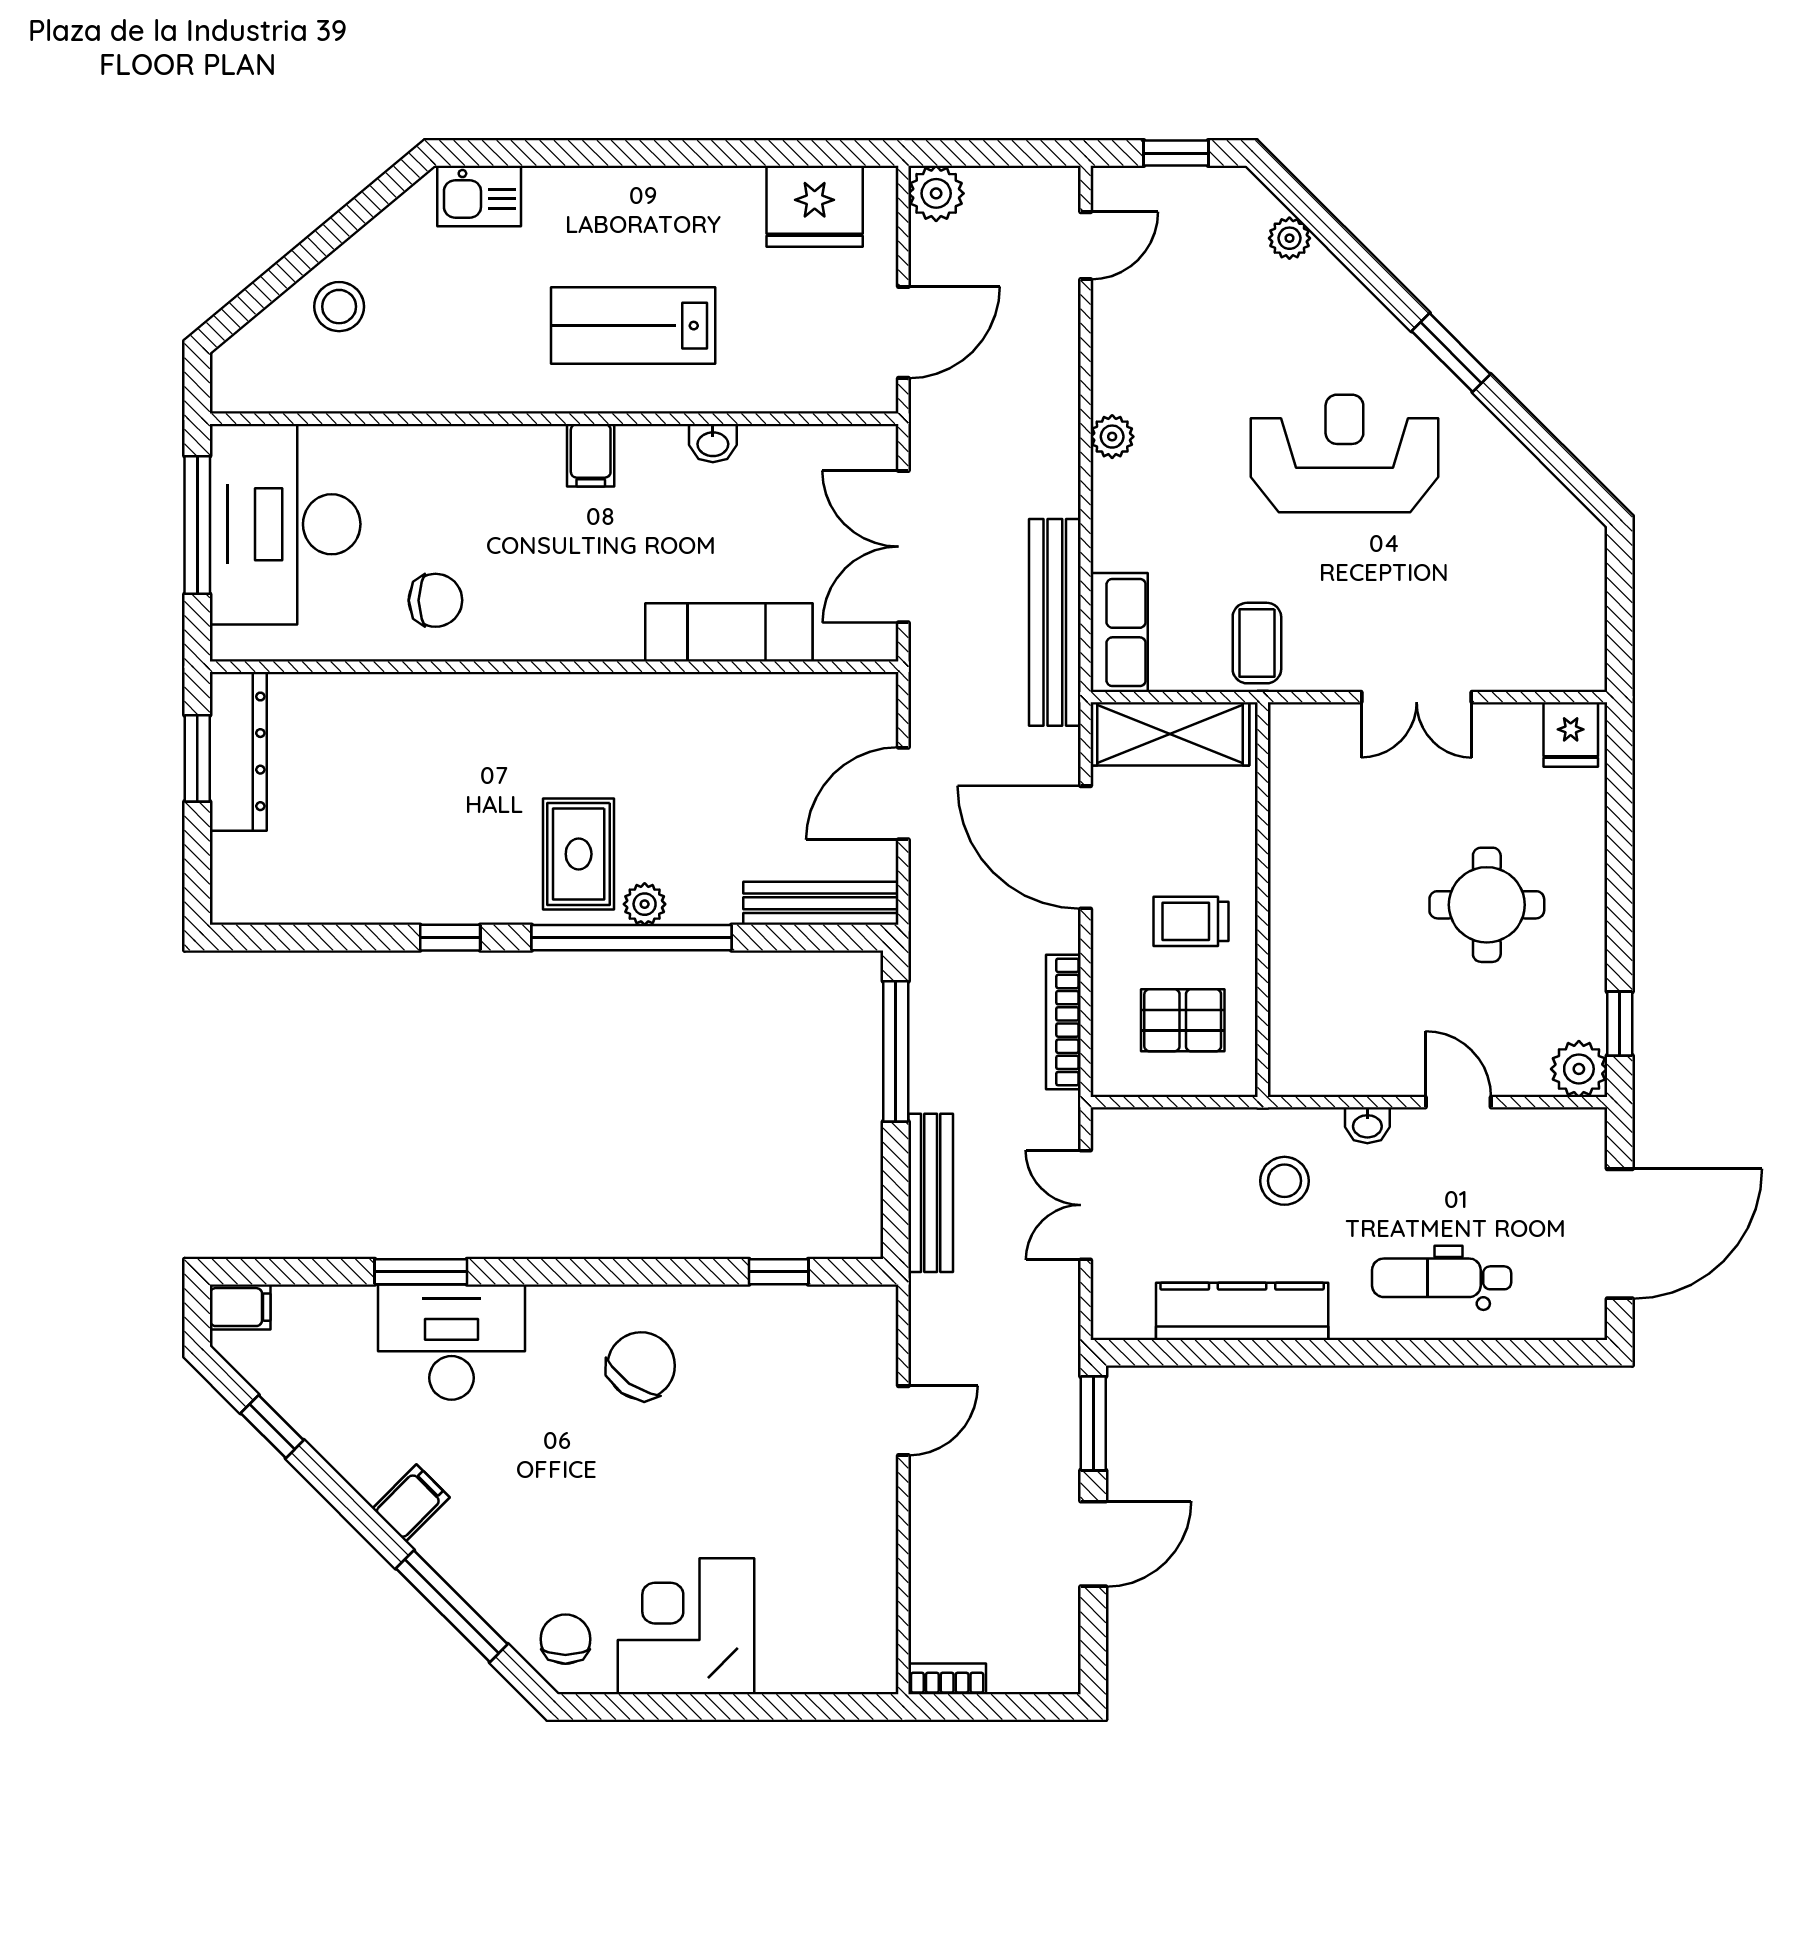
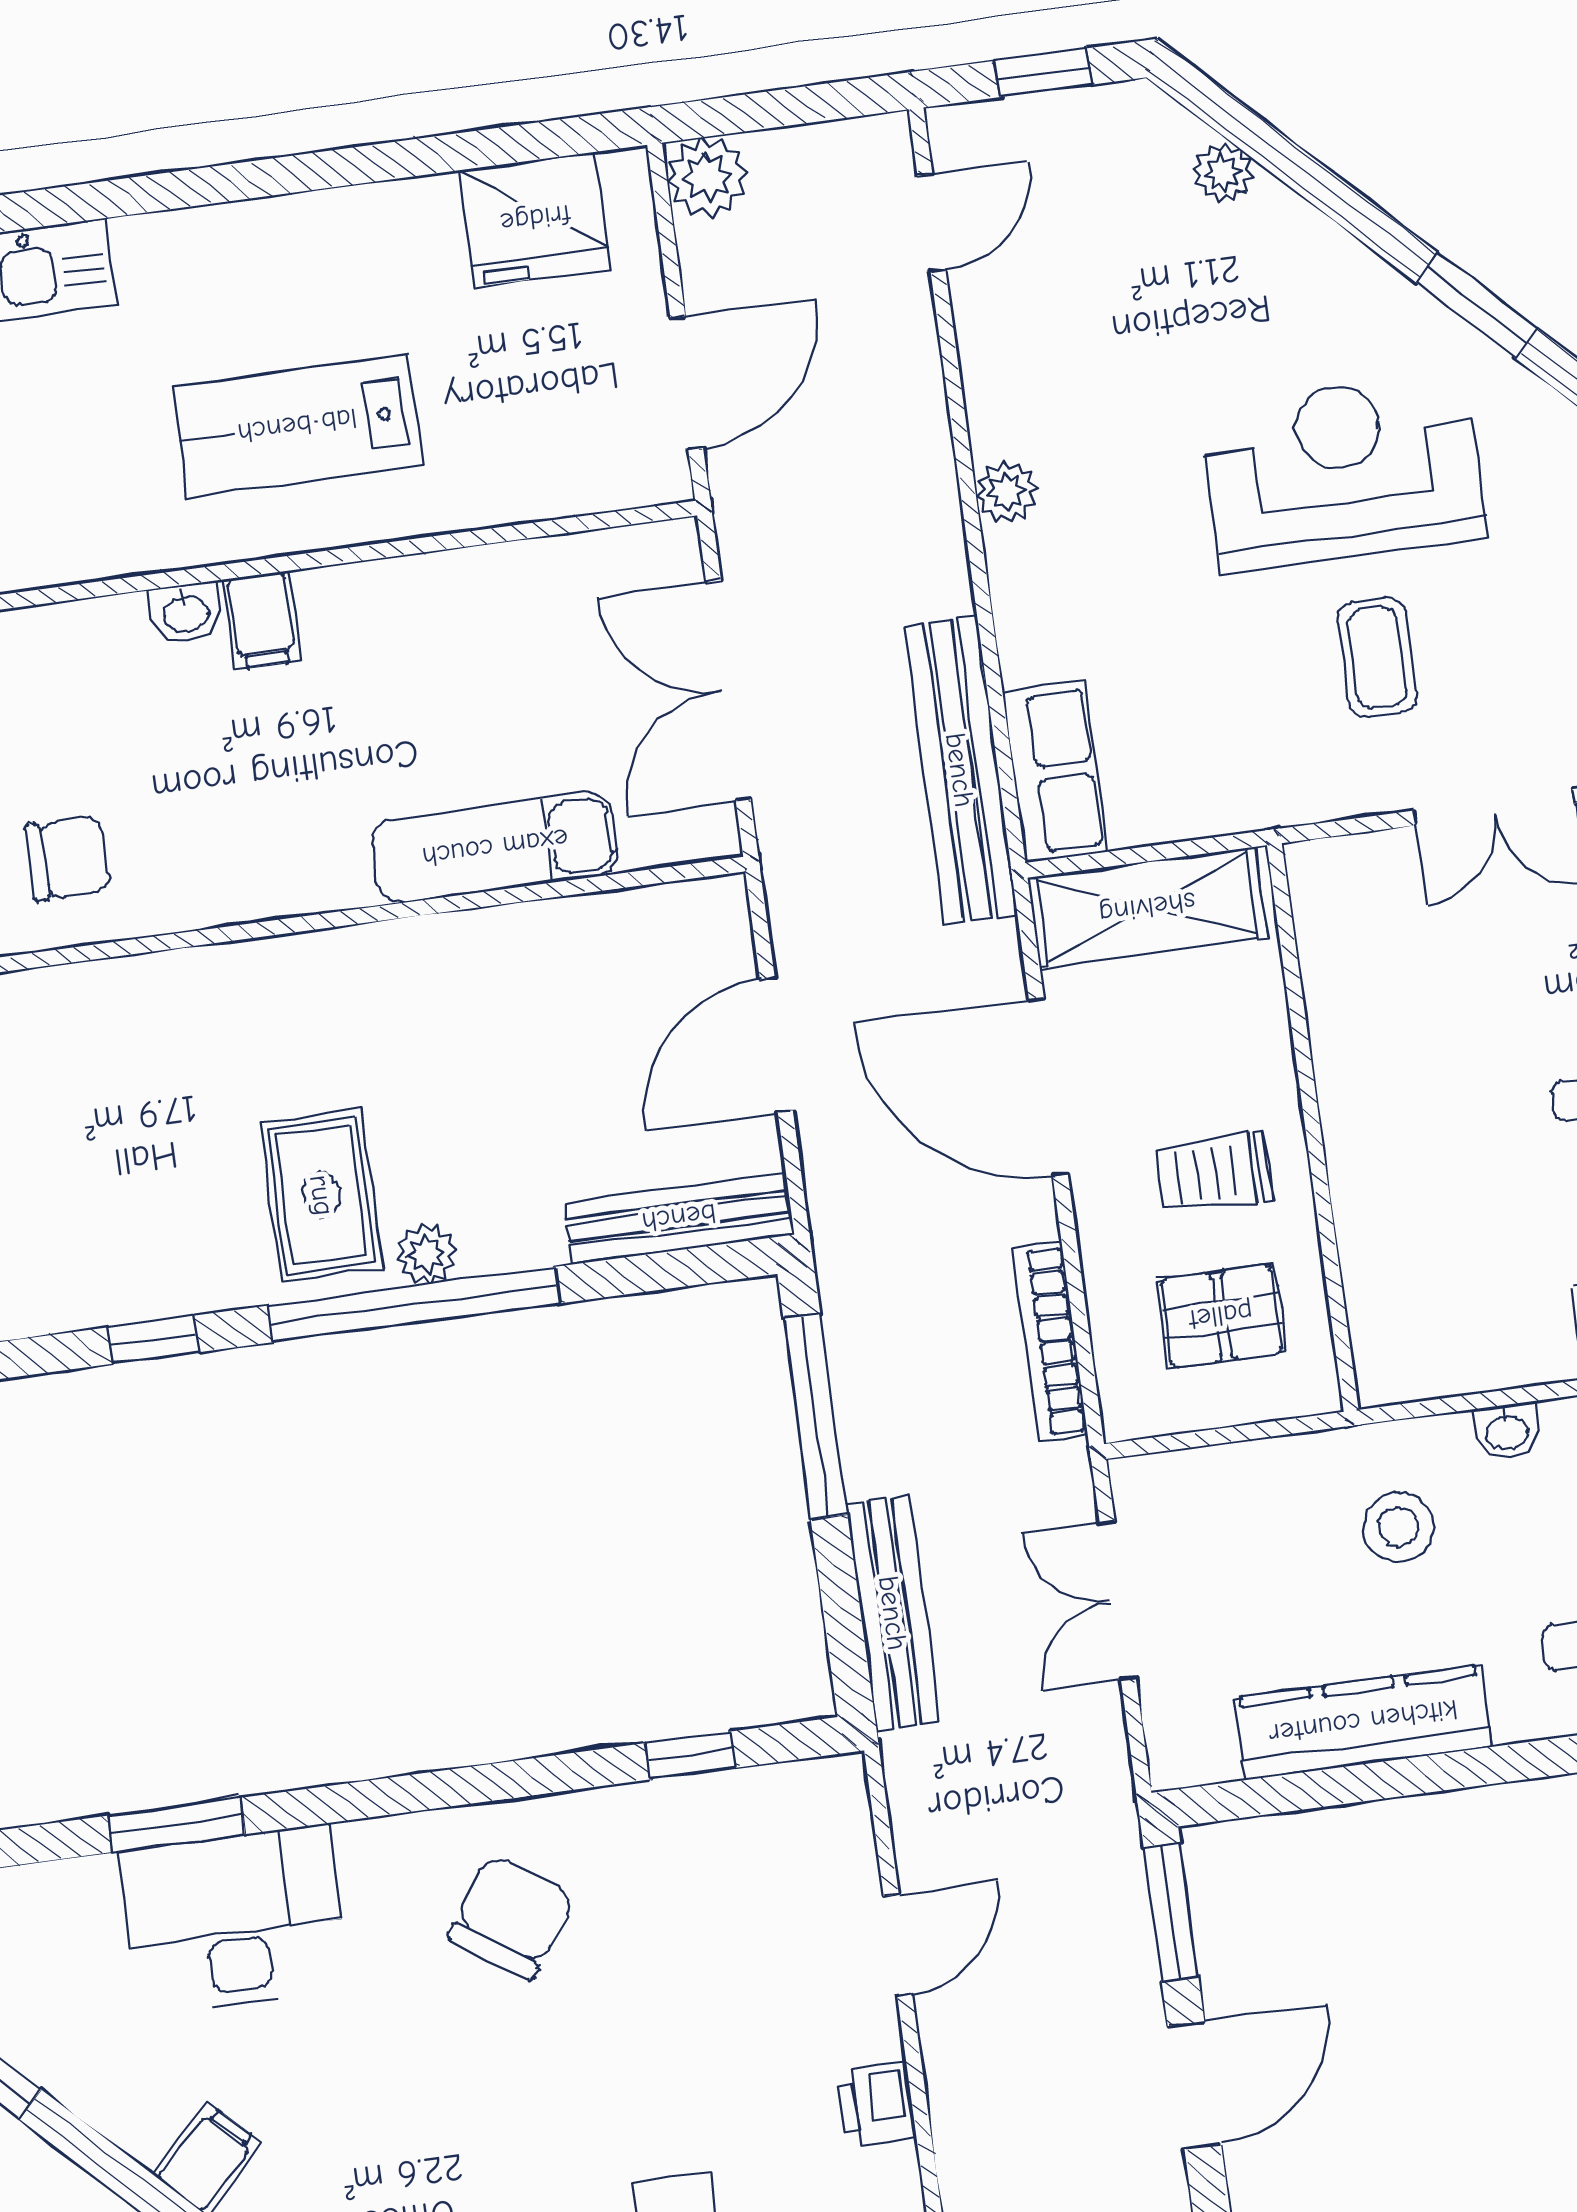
washbasin: (713, 443) -> (186, 613), moved
coffee table: (1257, 643) -> (1377, 657), moved
printer: (874, 1528) -> (877, 2104), added

